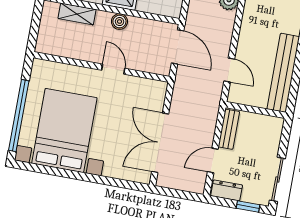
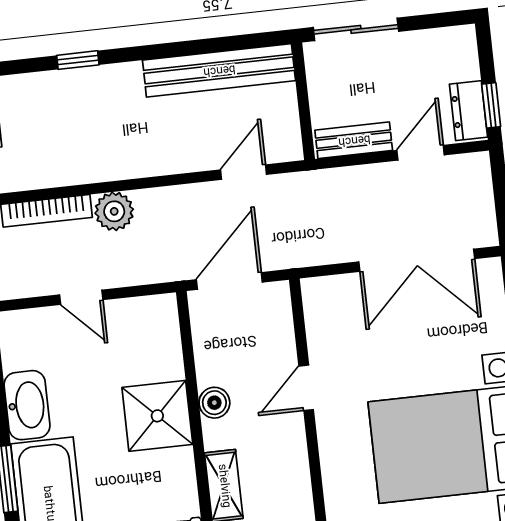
door: (213, 160) -> (421, 153), swing flipped
sliding door: (277, 179) -> (356, 29), moved
window: (248, 206) -> (491, 105), moved

